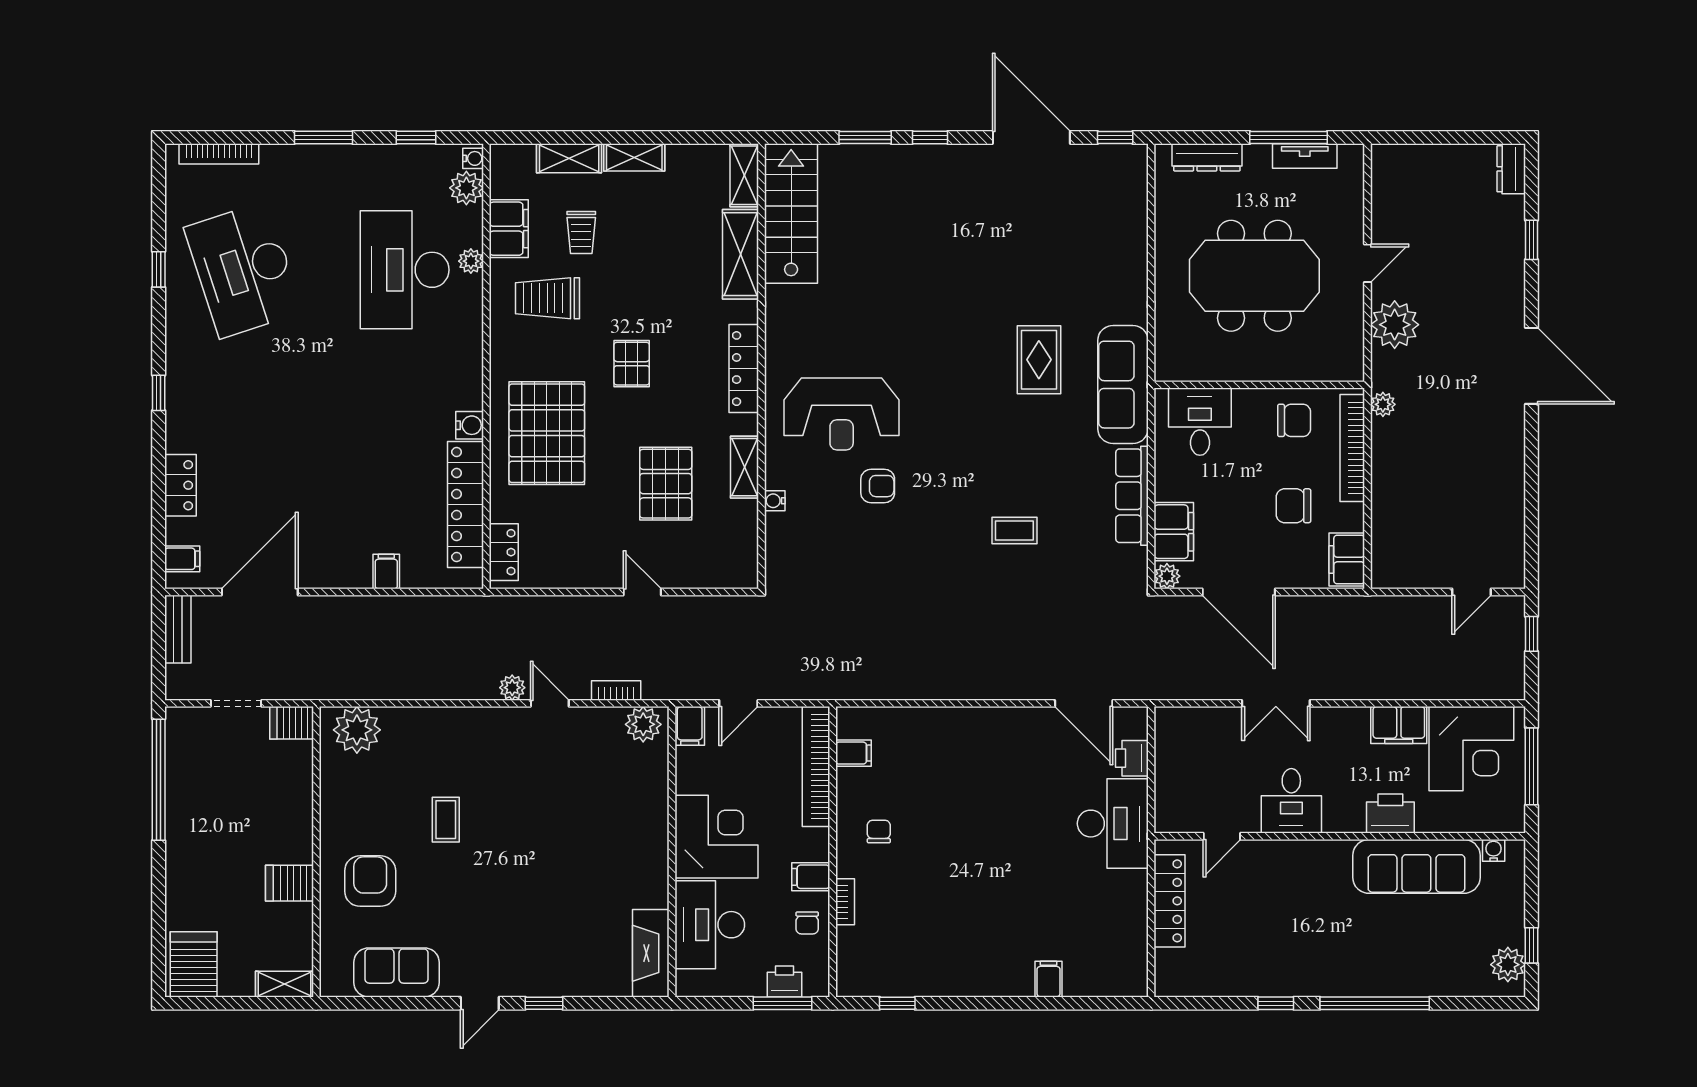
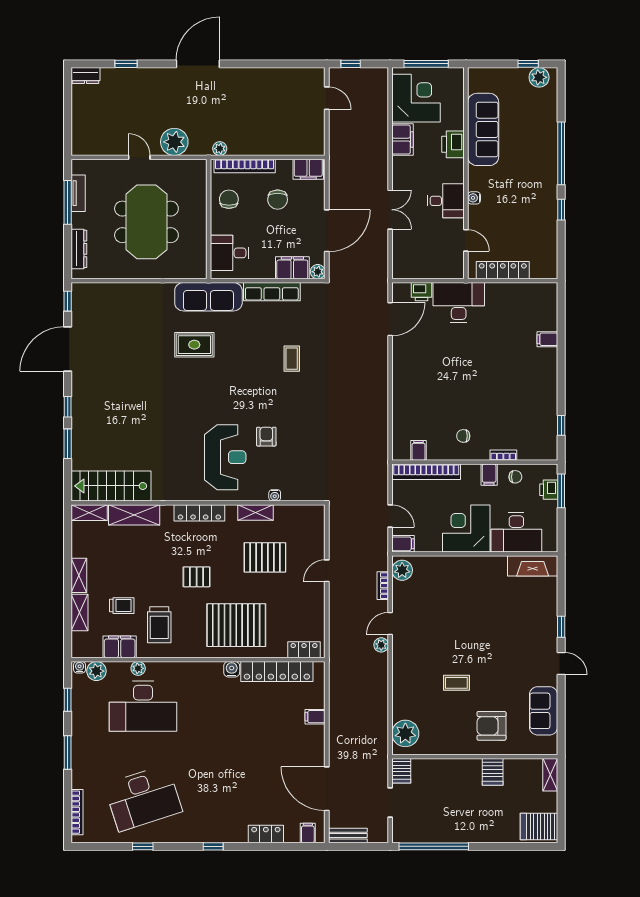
water cooler: (1494, 850) -> (474, 198), moved

